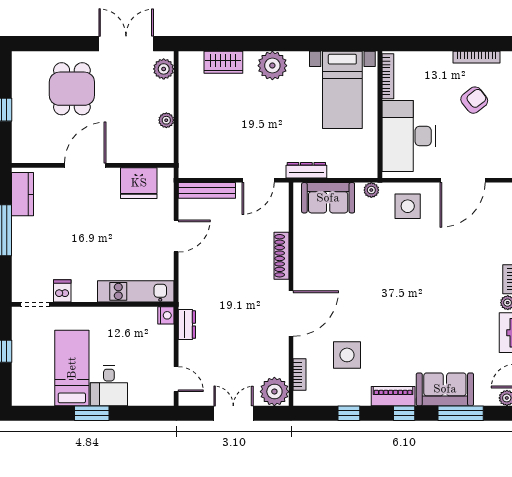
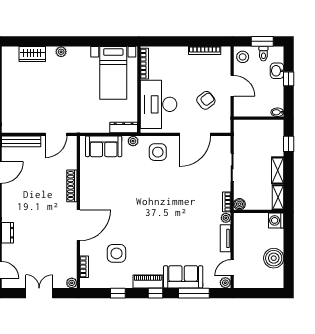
plant: (272, 66) -> (61, 52), width x0.53, depth x0.53
armchair: (474, 100) -> (206, 100), moved
dresser: (306, 170) -> (124, 128), moved
plant: (274, 392) -> (72, 283), width x0.53, depth x0.53

